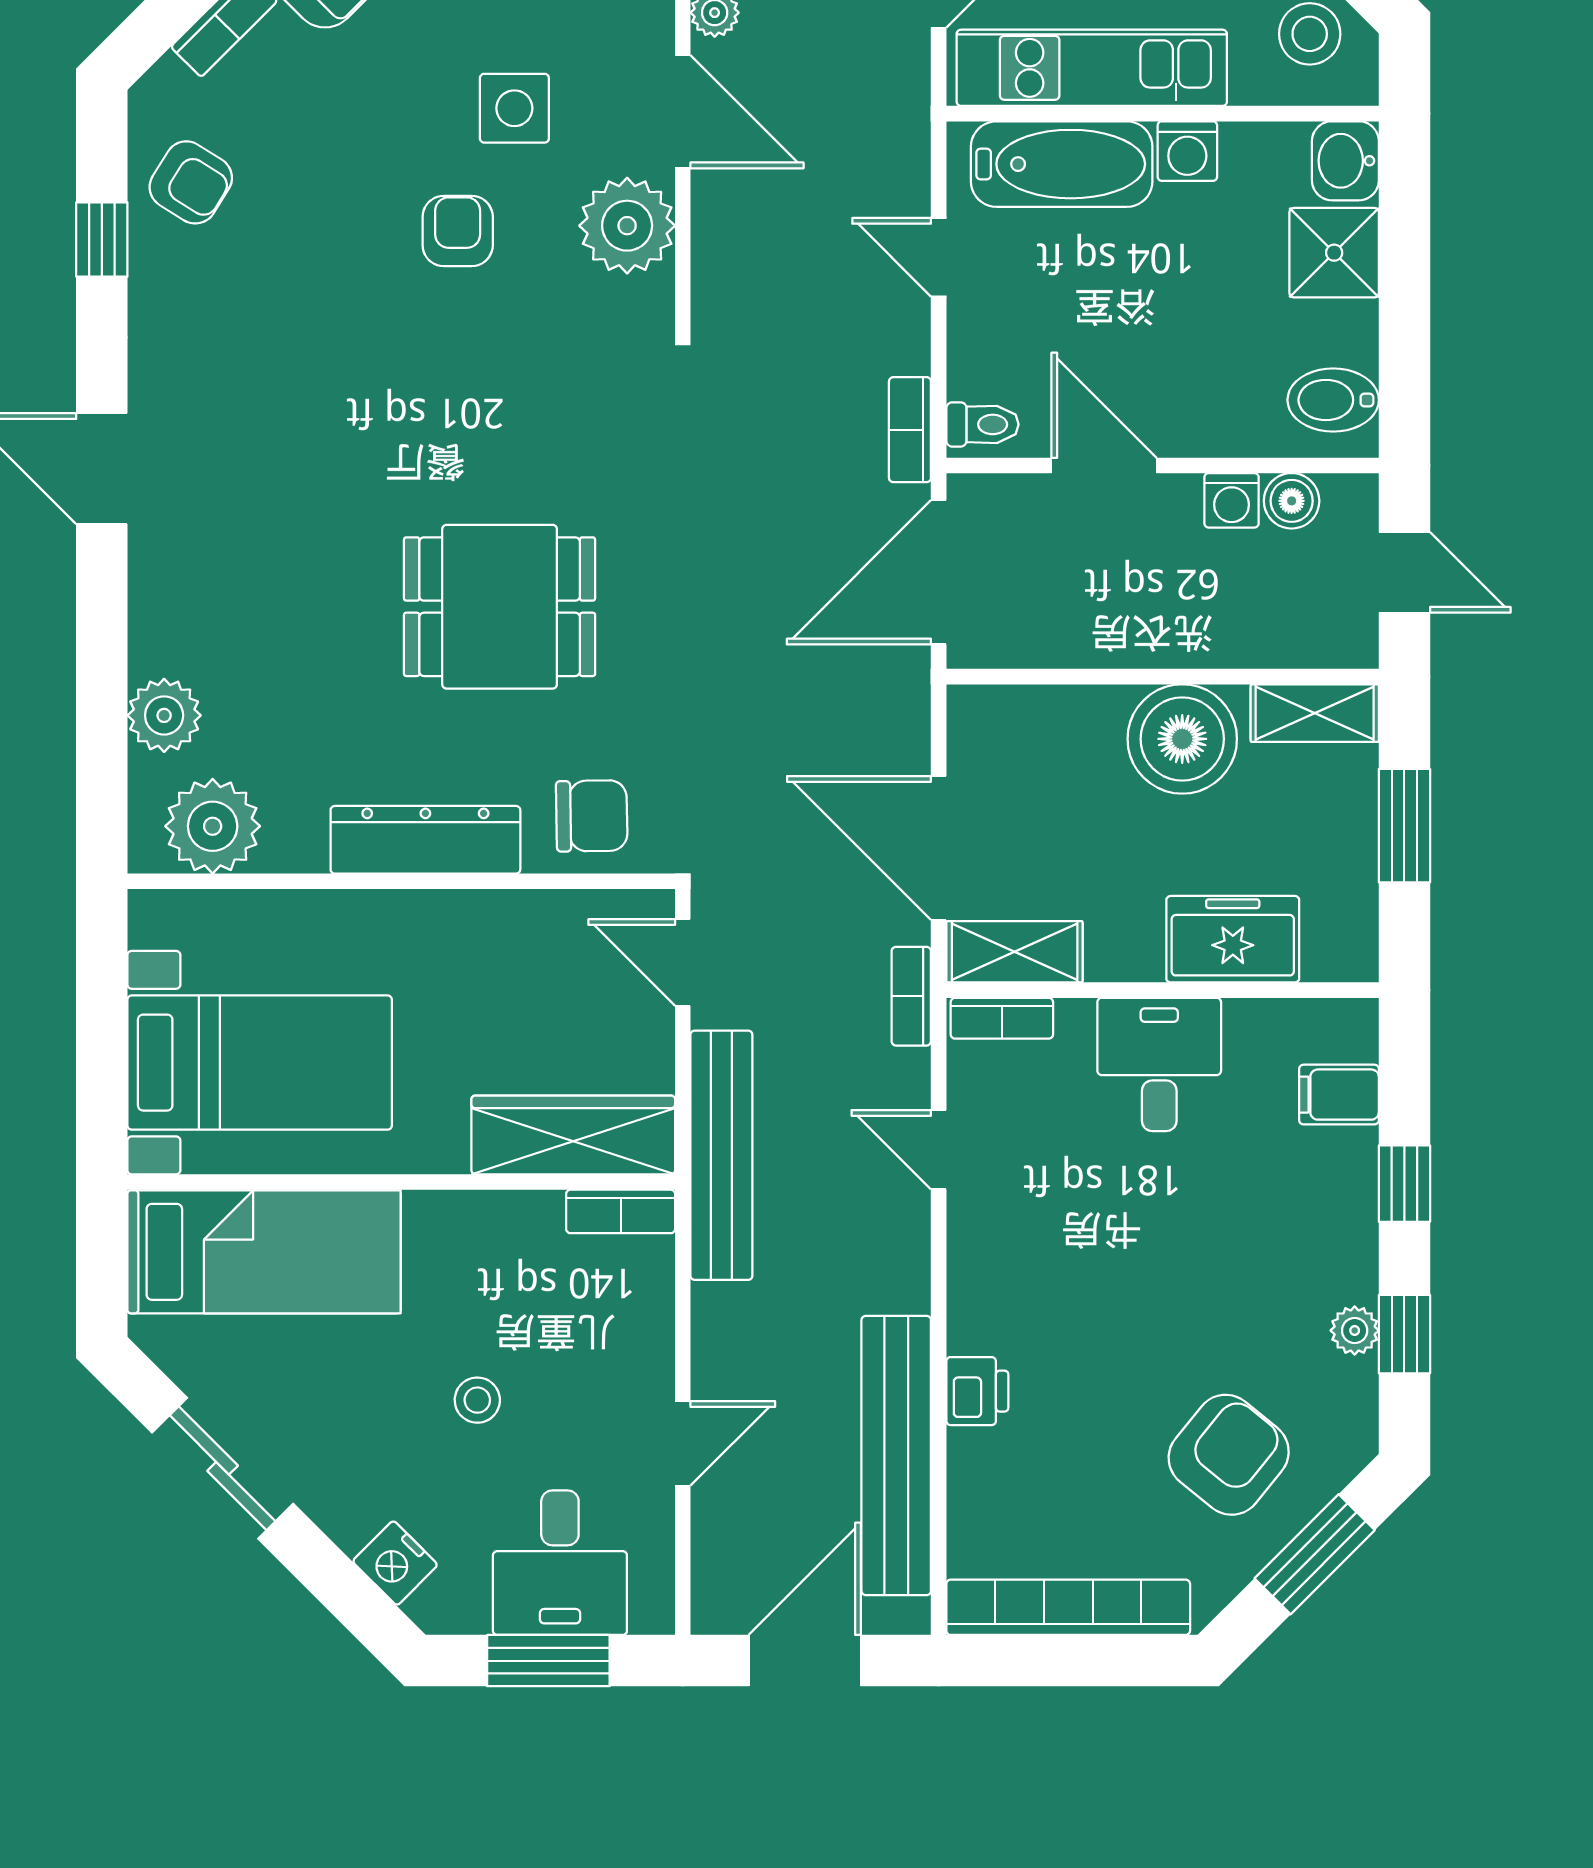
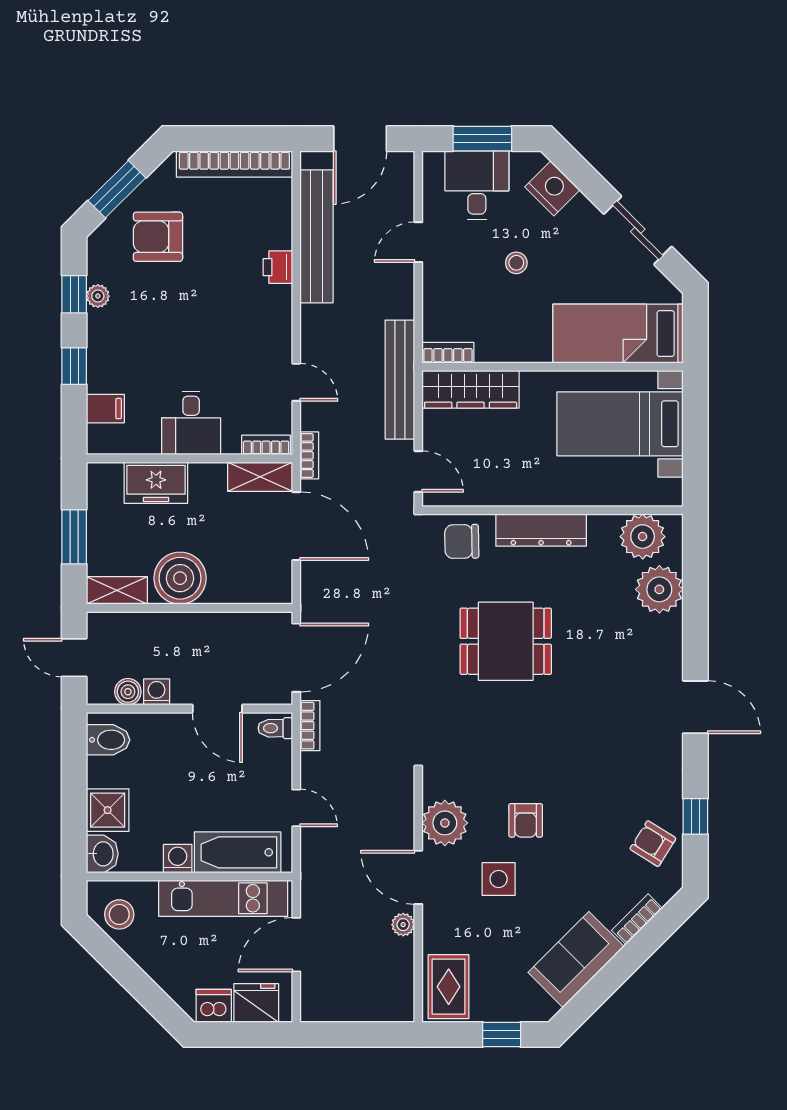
plant: (164, 715) -> (659, 589), width x1.36, depth x1.36
armchair: (1229, 1455) -> (158, 237), turned 51
nightstand: (395, 1563) -> (552, 188), width x1.36, depth x1.33

